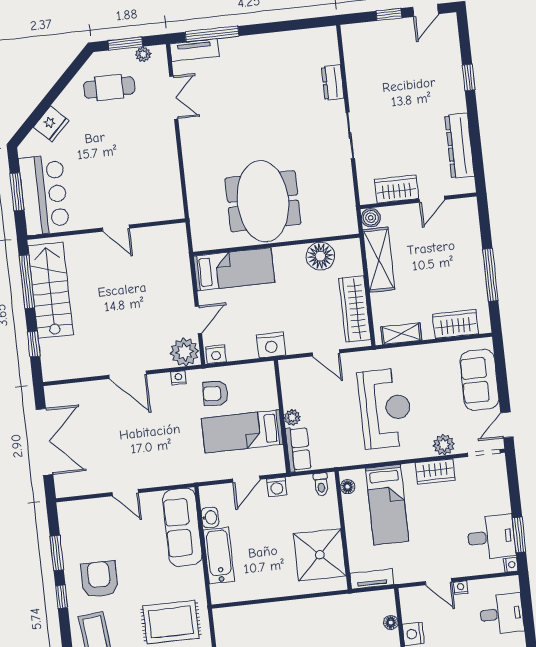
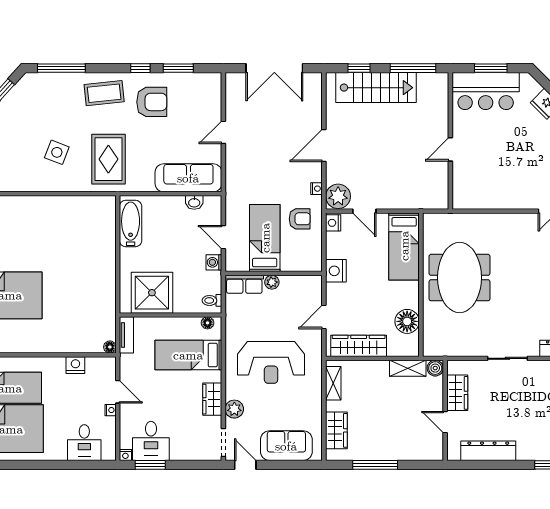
meeting table: (263, 201) -> (460, 278), turned 90
shelving: (379, 260) -> (408, 368), width x0.67, depth x0.75
stairs: (51, 290) -> (376, 88), moved
armchair: (215, 393) -> (300, 219), turned 88
bathtub: (219, 556) -> (131, 223), moved, turned -90
door: (439, 582) -> (118, 392), swing flipped
floor lamp: (391, 622) -> (110, 347), moved

